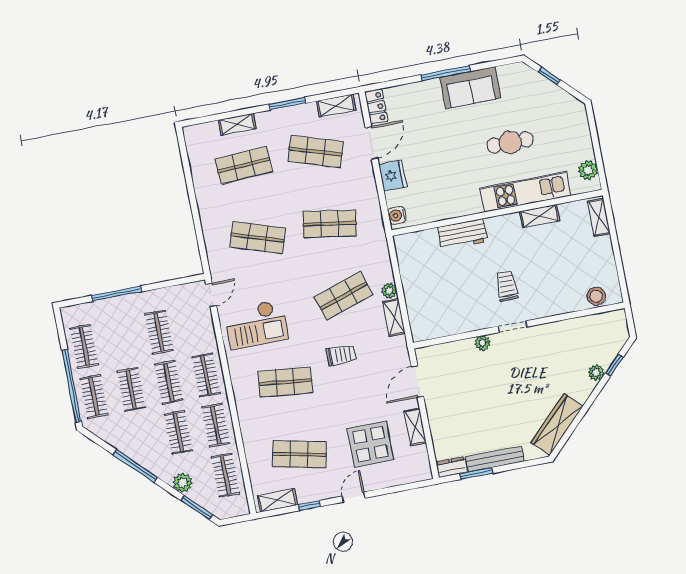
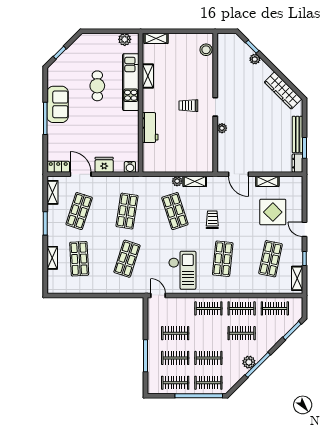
clothes rail: (169, 382) -> (175, 358), moved
plant: (183, 483) -> (249, 362), moved

